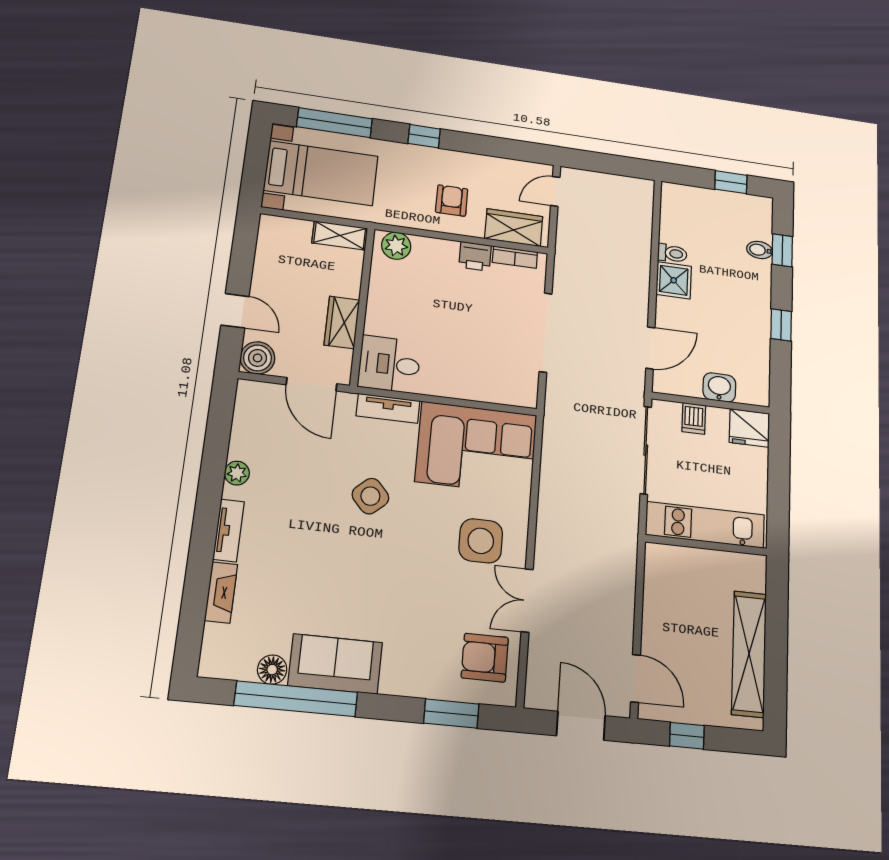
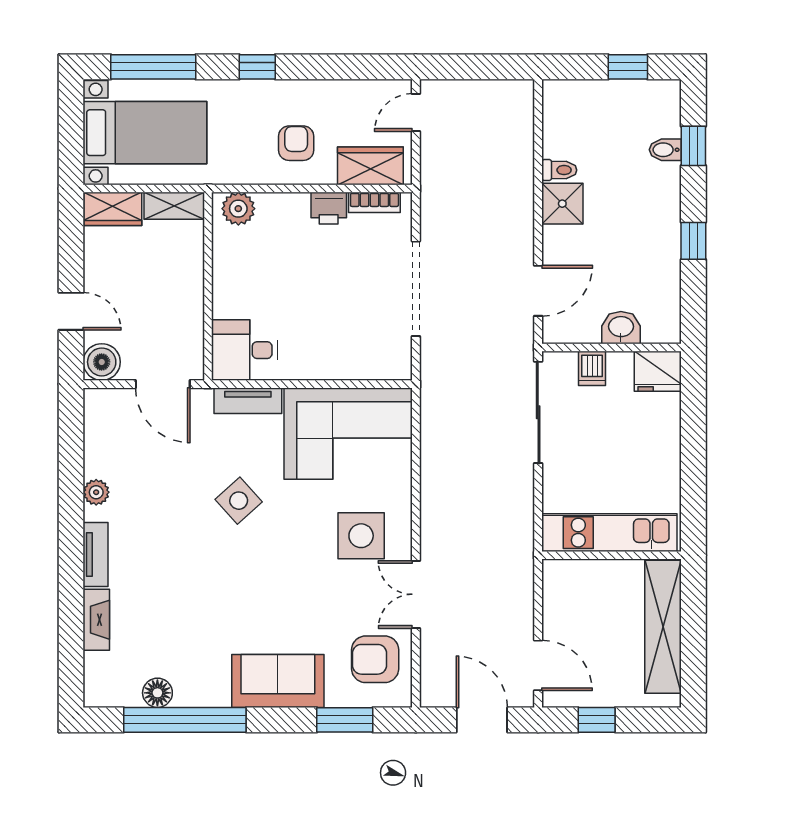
wardrobe: (342, 322) -> (113, 209), moved, turned -90
kitchen unit: (705, 525) -> (609, 533), moved
wall: (706, 545) -> (612, 555), moved
sofa: (335, 664) -> (278, 681), moved

